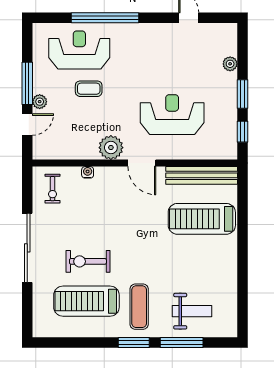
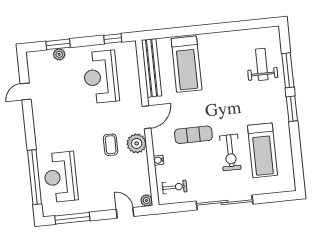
window: (105, 18) -> (34, 177), moved
window: (27, 83) -> (72, 218), moved
coffee table: (89, 89) -> (111, 145), moved
window: (242, 94) -> (58, 44), moved
plant: (40, 102) -> (146, 201), moved
reception desk: (172, 115) -> (101, 77), moved
exercise mat: (139, 307) -> (193, 135), moved

